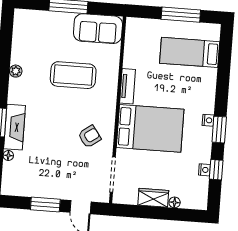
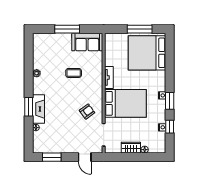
bed: (190, 52) -> (147, 53), width x2.04
coffee table: (73, 75) -> (74, 73), width x0.54, depth x0.58
window: (45, 204) -> (52, 157), moved

